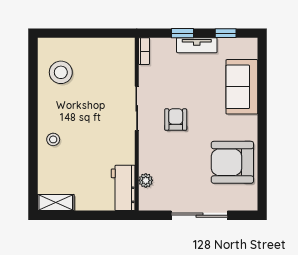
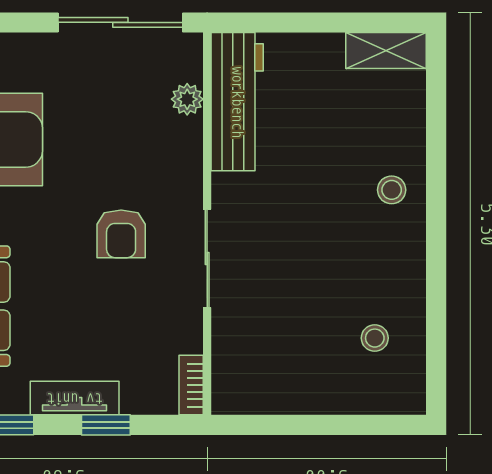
stool: (61, 72) -> (375, 338), width x0.53, depth x0.53
workbench: (123, 188) -> (237, 102), width x1.38
sliding door: (199, 215) -> (120, 22), moved

